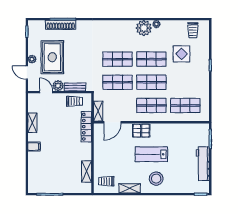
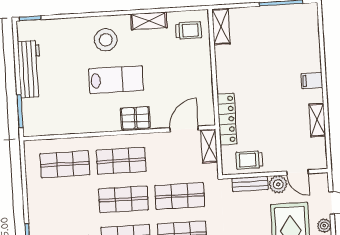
shelving: (87, 171) -> (221, 27), moved

